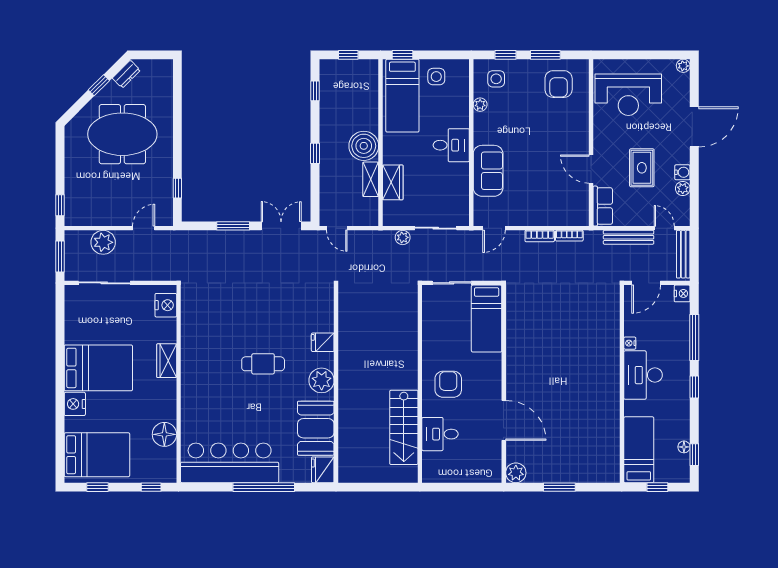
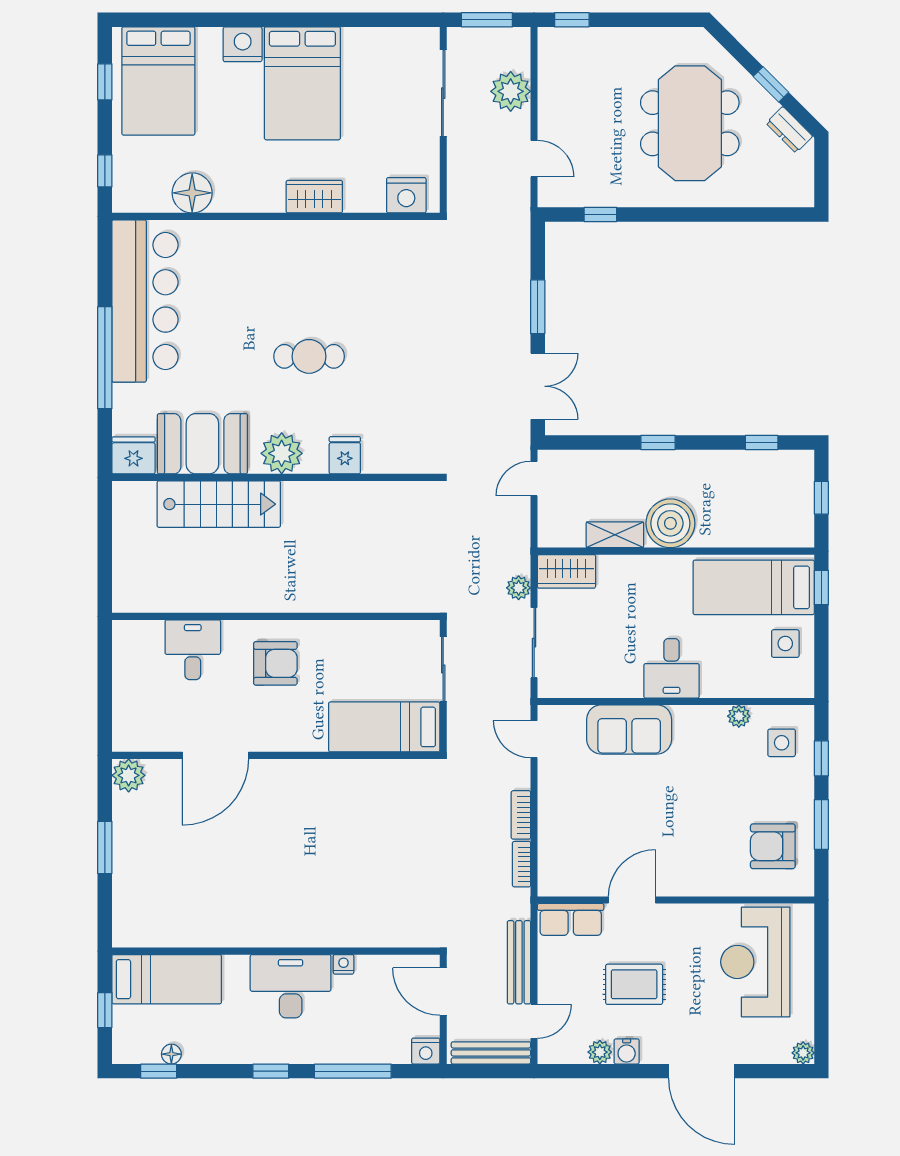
wardrobe: (393, 182) -> (566, 571), moved
cafe table: (263, 364) -> (309, 356), turned 90
stairs: (404, 427) -> (219, 504), moved, turned 180

